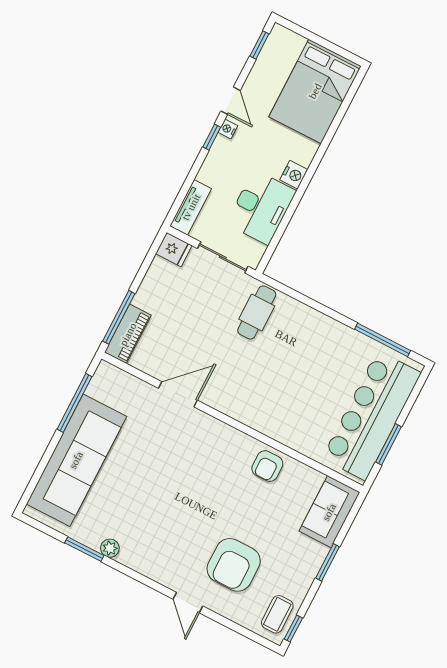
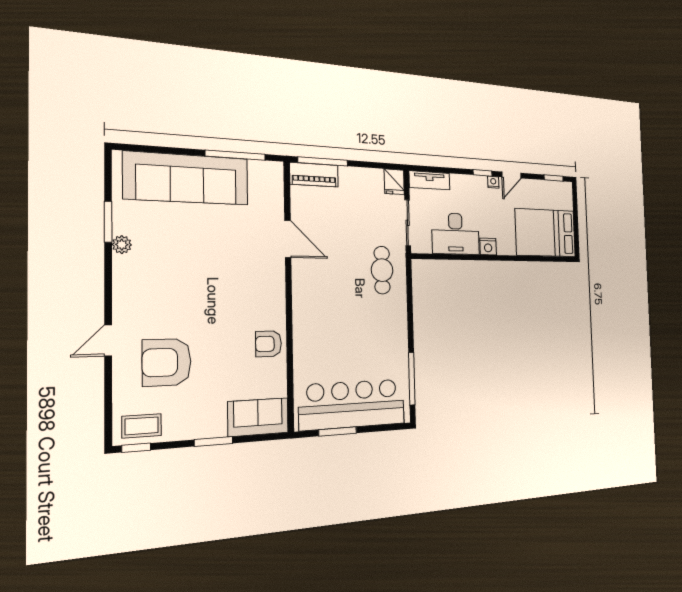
cafe table: (257, 312) -> (382, 270), turned 90

